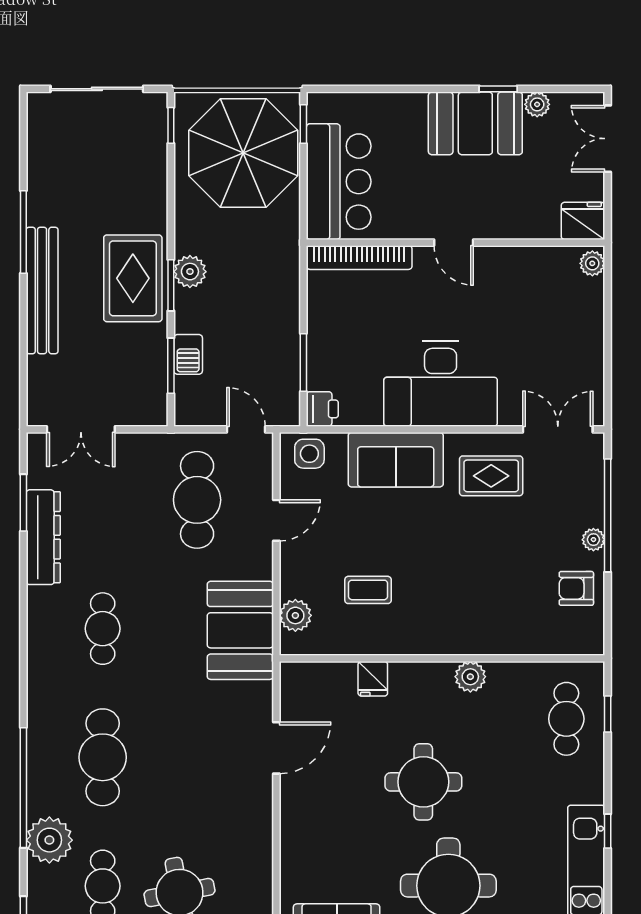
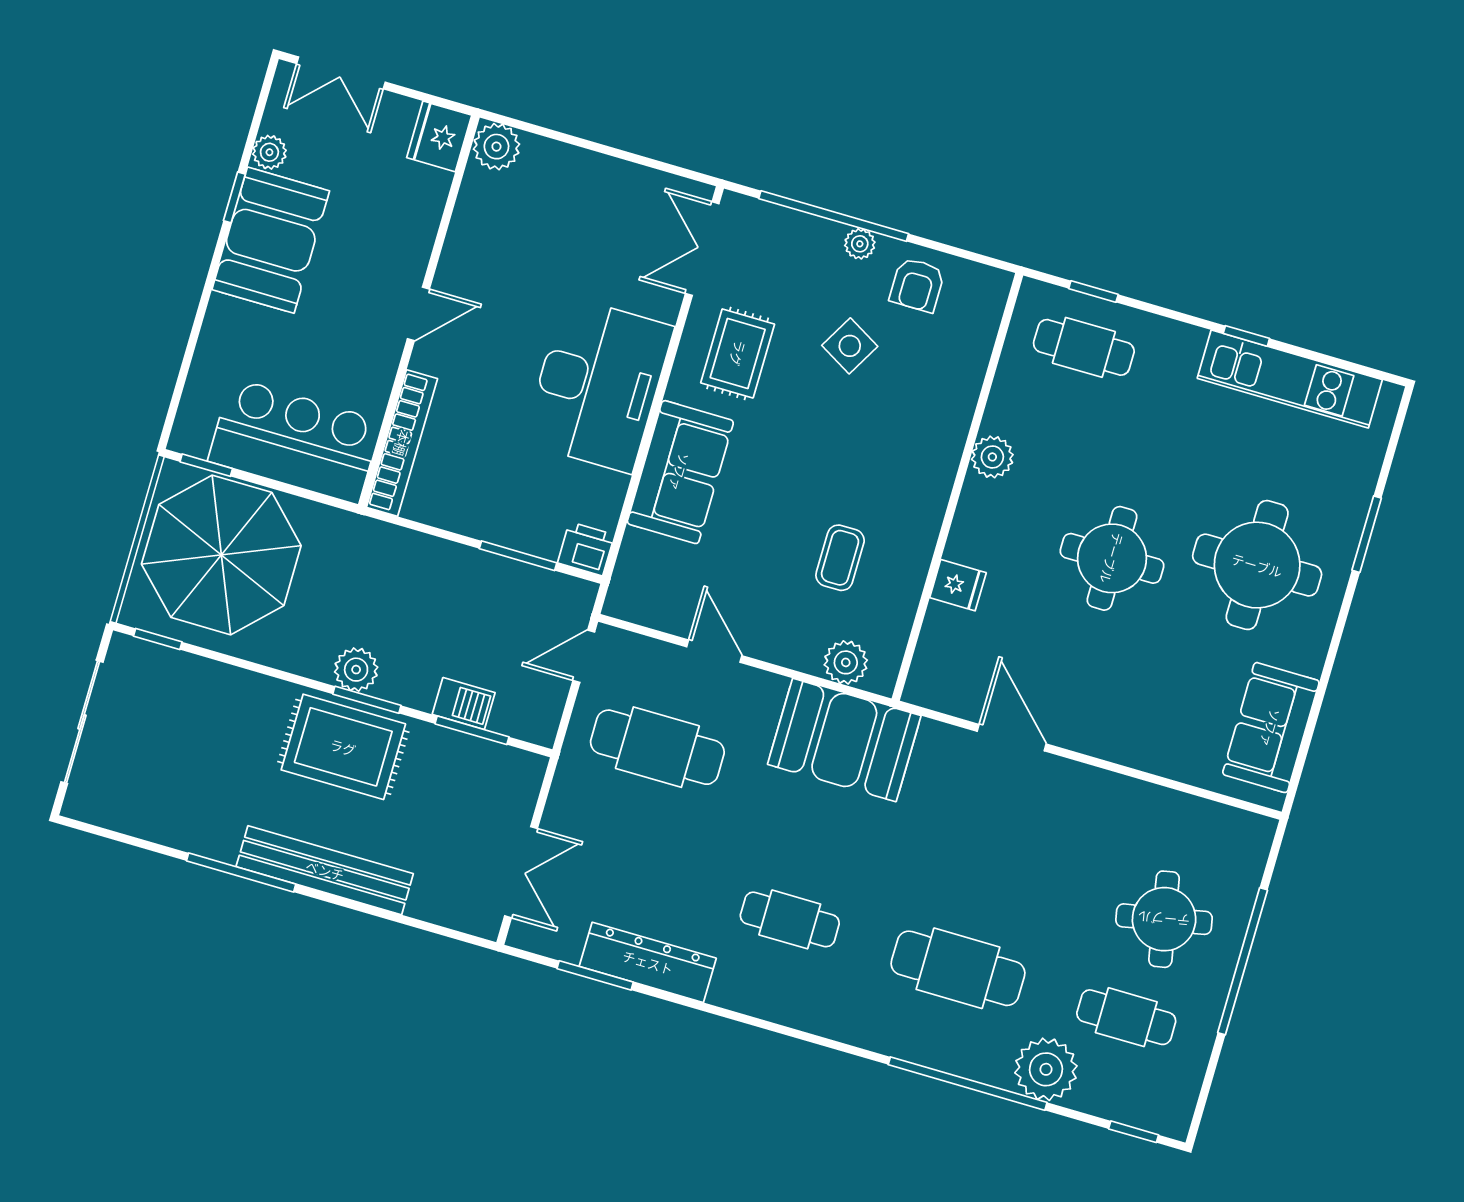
plant: (592, 263) -> (496, 147), width x1.38, depth x1.38
side table: (309, 454) -> (850, 346), moved, turned 30

